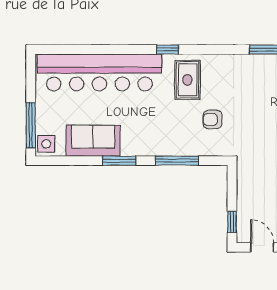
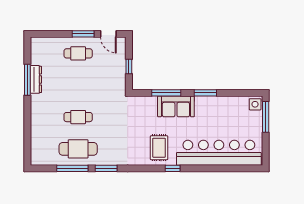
armchair: (213, 119) -> (142, 121), removed
sofa: (93, 141) -> (176, 106), moved
window: (232, 222) -> (129, 67), moved

